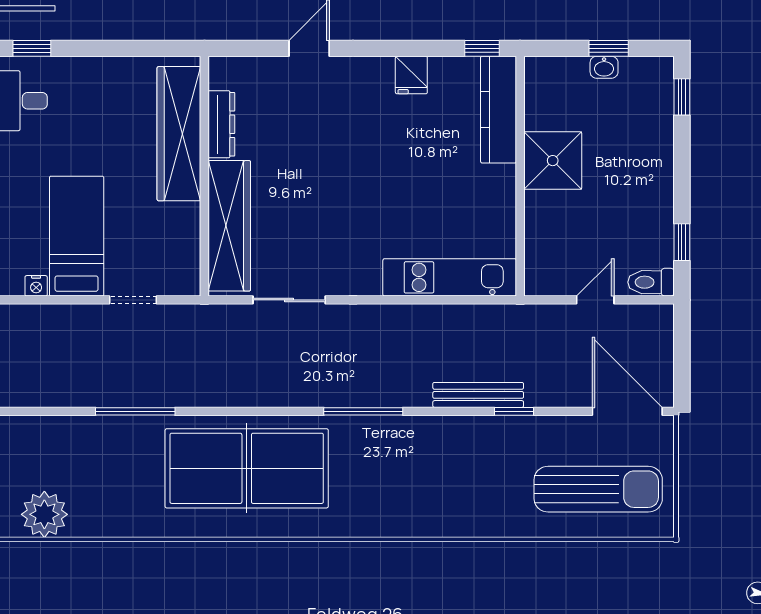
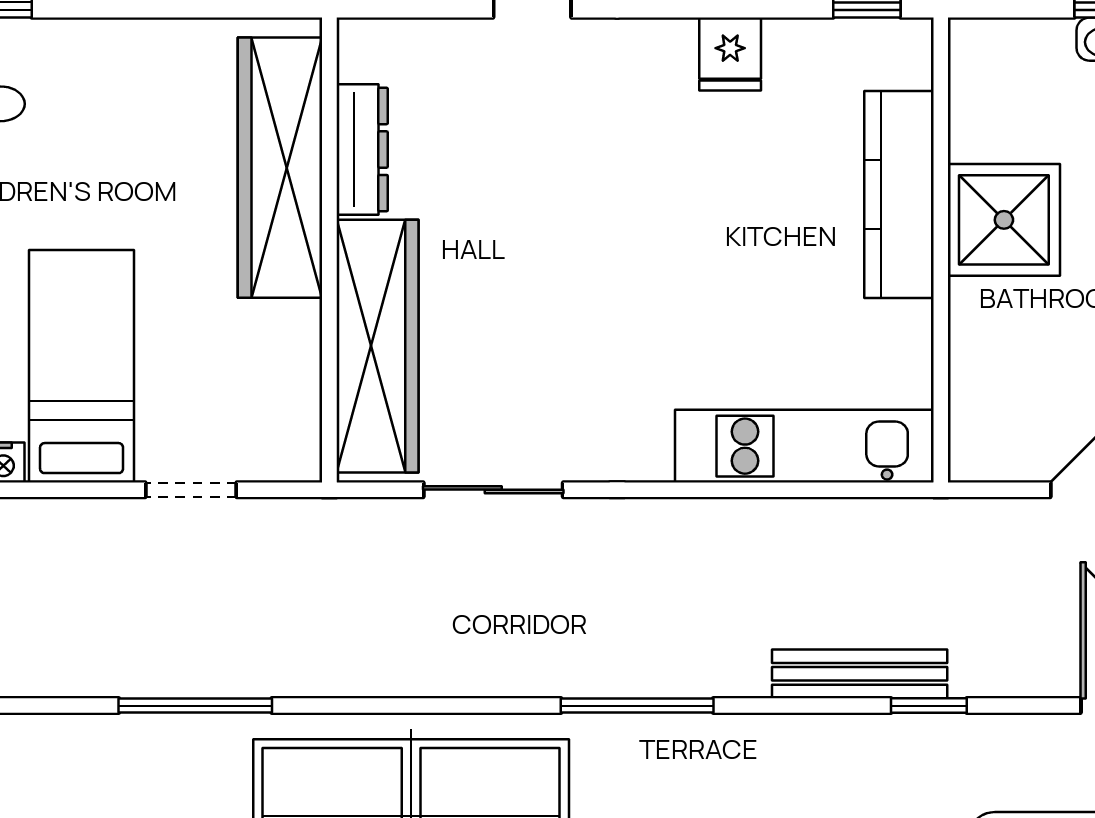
kitchen counter: (499, 110) -> (899, 195), moved

